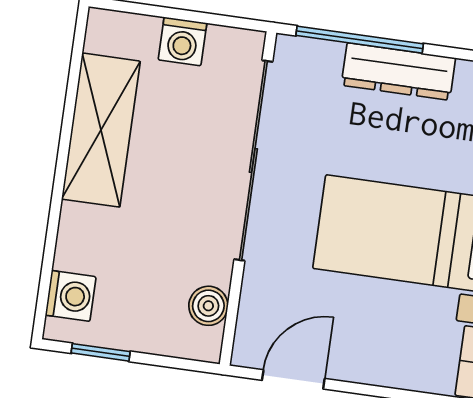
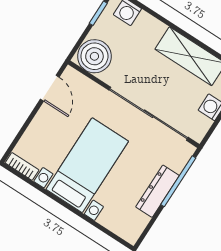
boiler: (208, 306) -> (94, 56), width x1.86, depth x1.86

